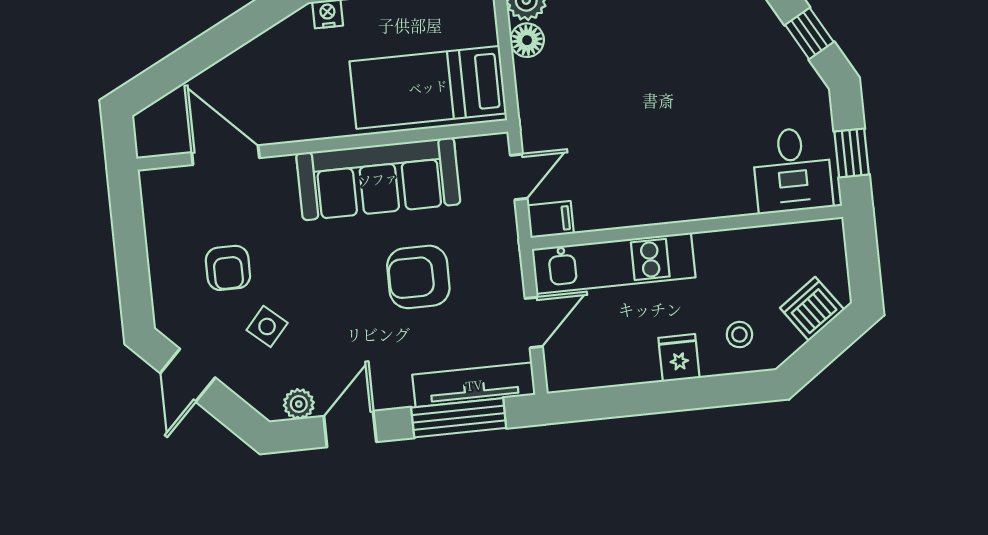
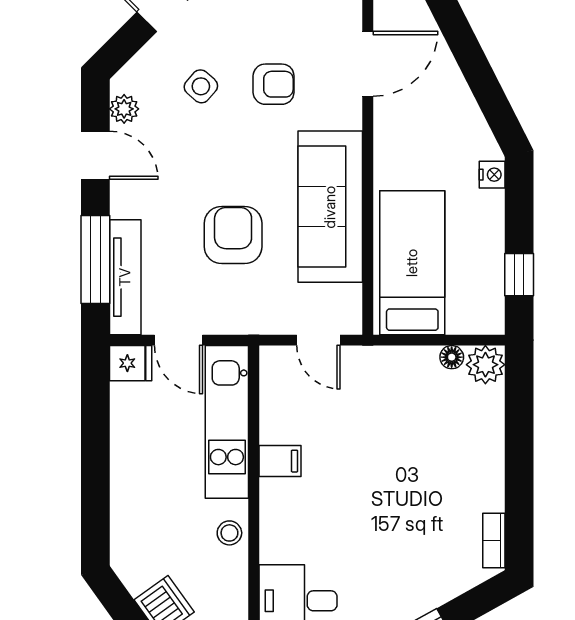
floor lamp: (527, 40) -> (452, 357), width x0.73, depth x0.73
filing cabinet: (551, 219) -> (280, 461), moved, turned -90
armchair: (228, 268) -> (274, 84), moved, turned 180
stool: (739, 335) -> (229, 533), moved
fridge: (679, 358) -> (131, 363), moved

